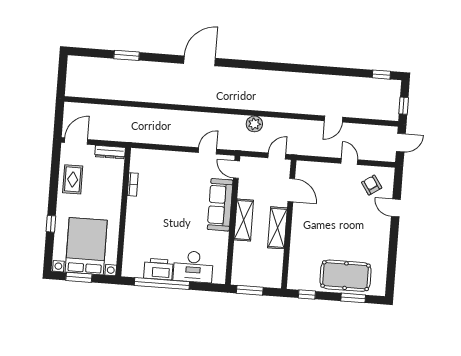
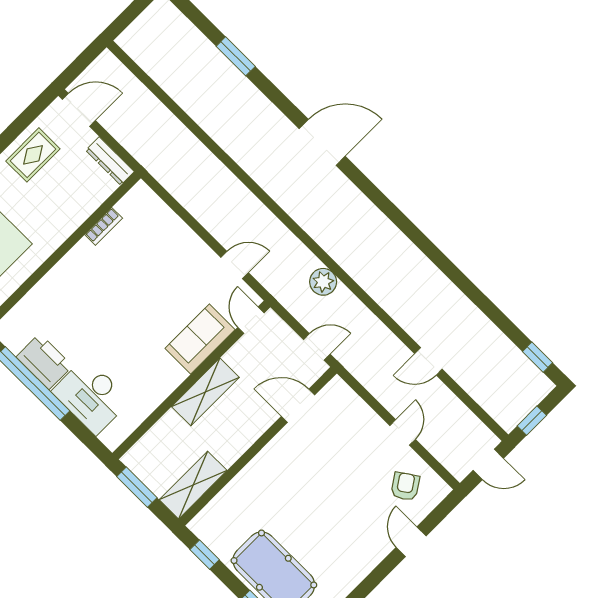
door: (291, 190) -> (298, 406), swing flipped
sofa: (220, 205) -> (200, 339), width x0.73
shelving: (277, 228) -> (193, 485), moved

